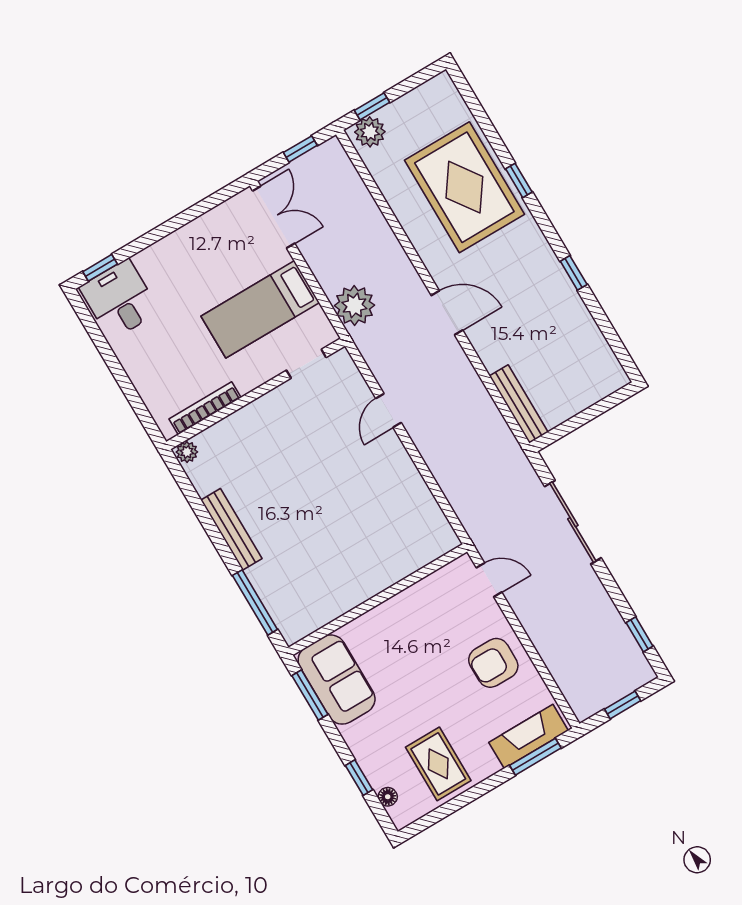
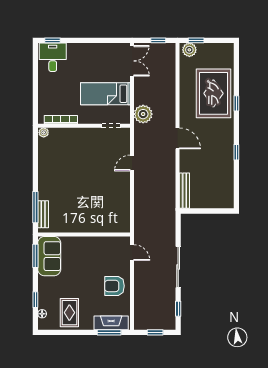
sliding door: (573, 522) -> (178, 267), moved
bench: (231, 529) -> (43, 214), moved, width x0.73

